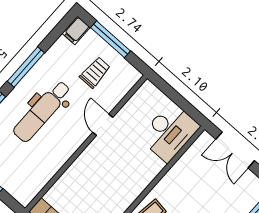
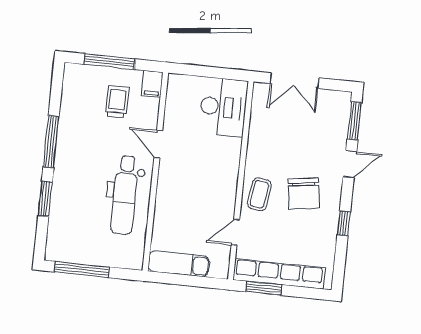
filing cabinet: (76, 30) -> (152, 84), moved
dental chair: (42, 111) -> (125, 195), moved

